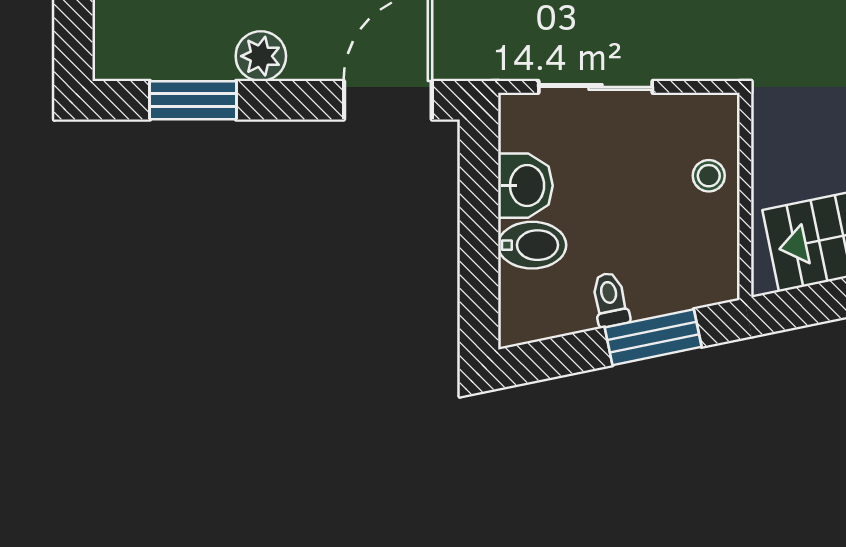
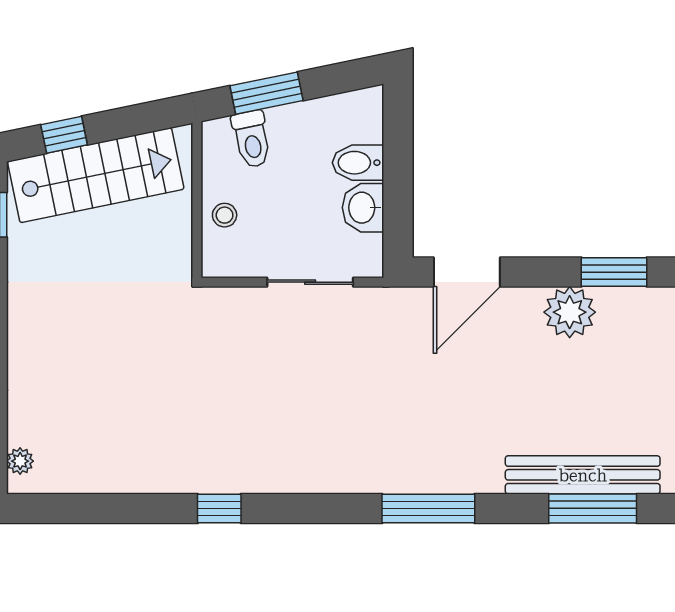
plant: (261, 56) -> (570, 312), width x1.36, depth x1.36
toilet: (610, 300) -> (252, 139), moved, width x1.37, depth x1.39

